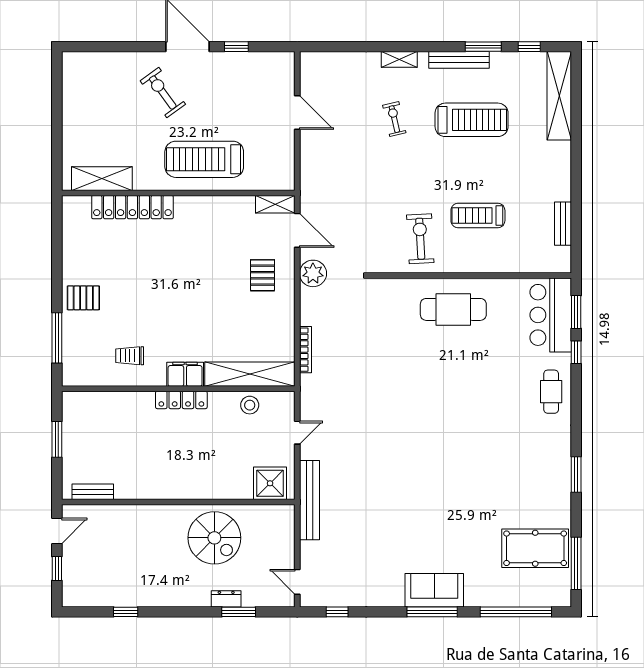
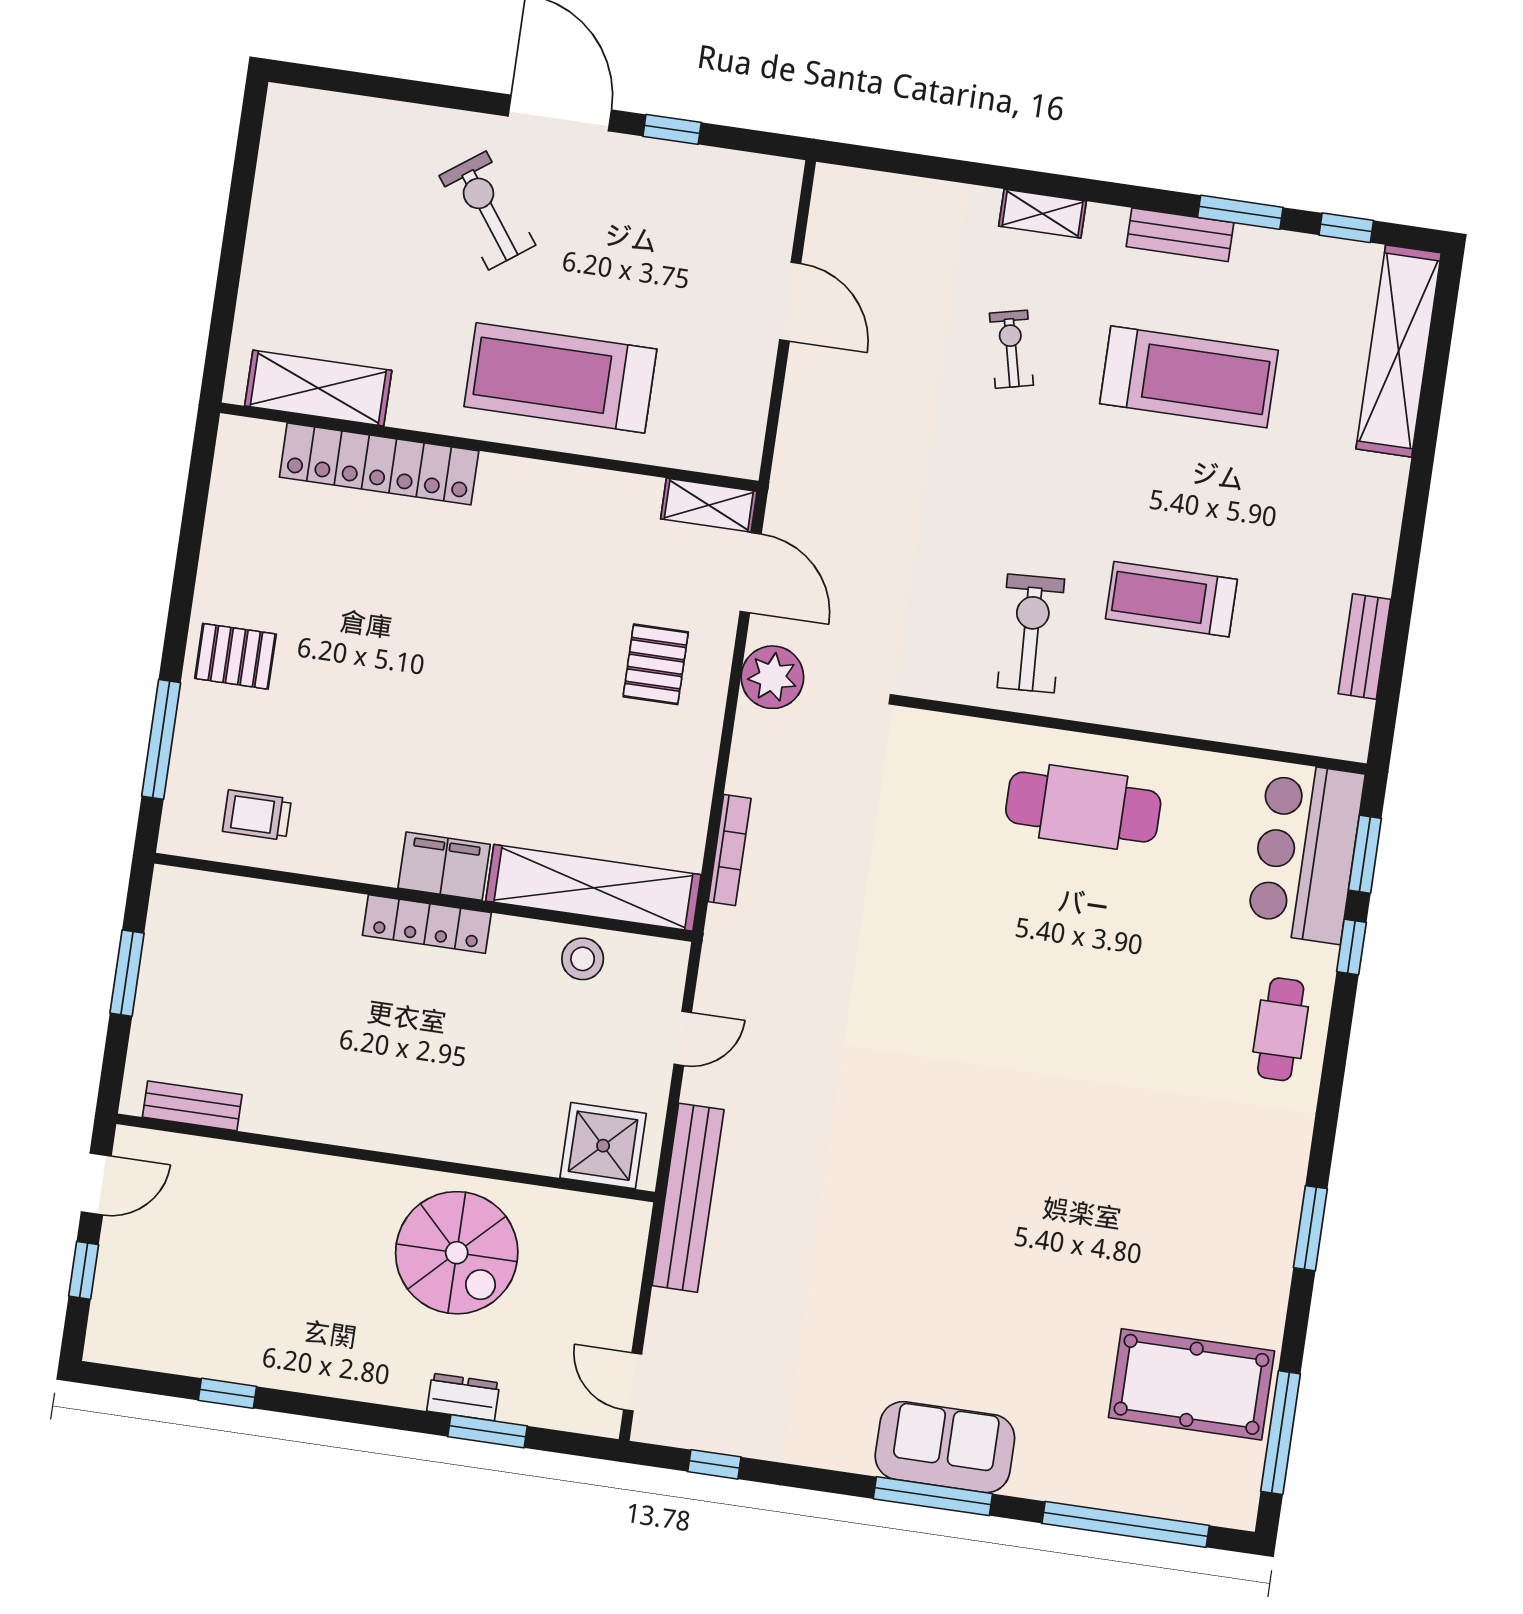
bench: (459, 60) -> (1180, 235), width x0.73
trolley: (130, 356) -> (257, 815), moved

